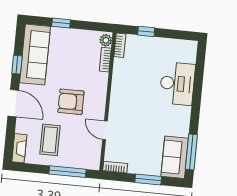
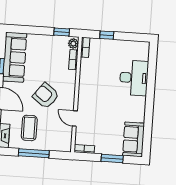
window: (61, 23) -> (62, 32), moved
armchair: (71, 102) -> (46, 96), turned 37
window: (191, 152) -> (147, 135), removed
window: (68, 172) -> (34, 153), moved

